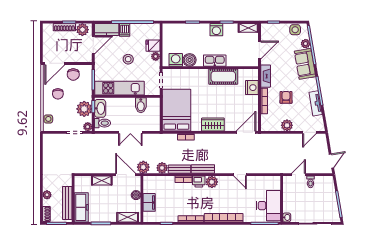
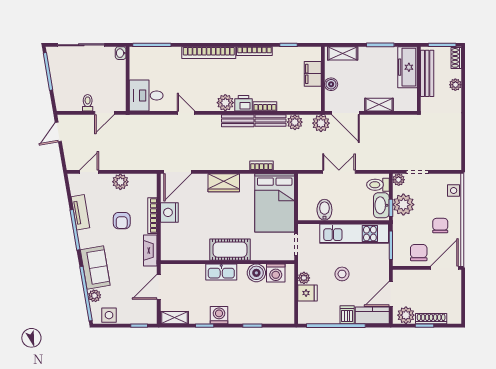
cot: (223, 77) -> (230, 250), moved
nightstand: (252, 88) -> (169, 212), moved
desk: (268, 206) -> (146, 95), moved, width x0.73

